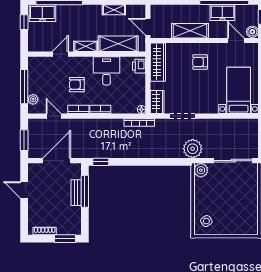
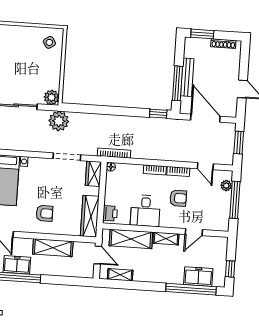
shelving: (114, 10) -> (120, 275), moved
freezer: (42, 13) -> (198, 277), moved
door: (57, 161) -> (205, 118), swing flipped
bench: (76, 193) -> (187, 77), width x1.36

